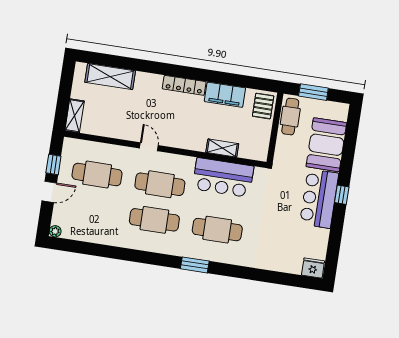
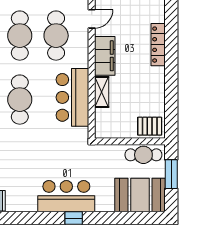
filing cabinet: (225, 95) -> (105, 56), moved, turned 180
booth: (326, 145) -> (140, 195), moved

